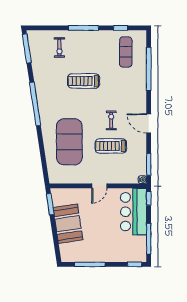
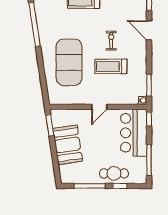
door: (149, 123) -> (149, 30), moved
cafe table: (114, 252) -> (114, 173), added
window: (135, 264) -> (120, 186), moved

